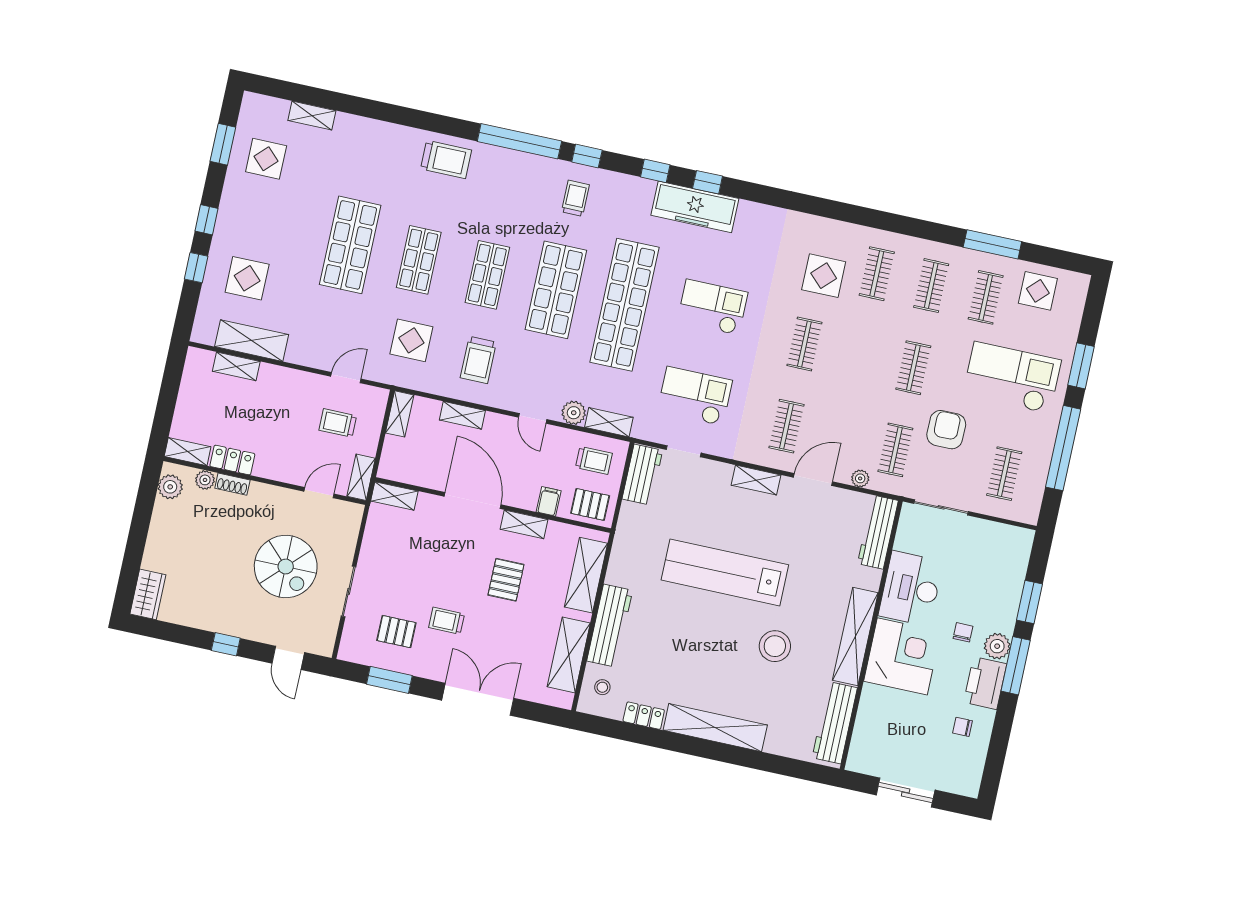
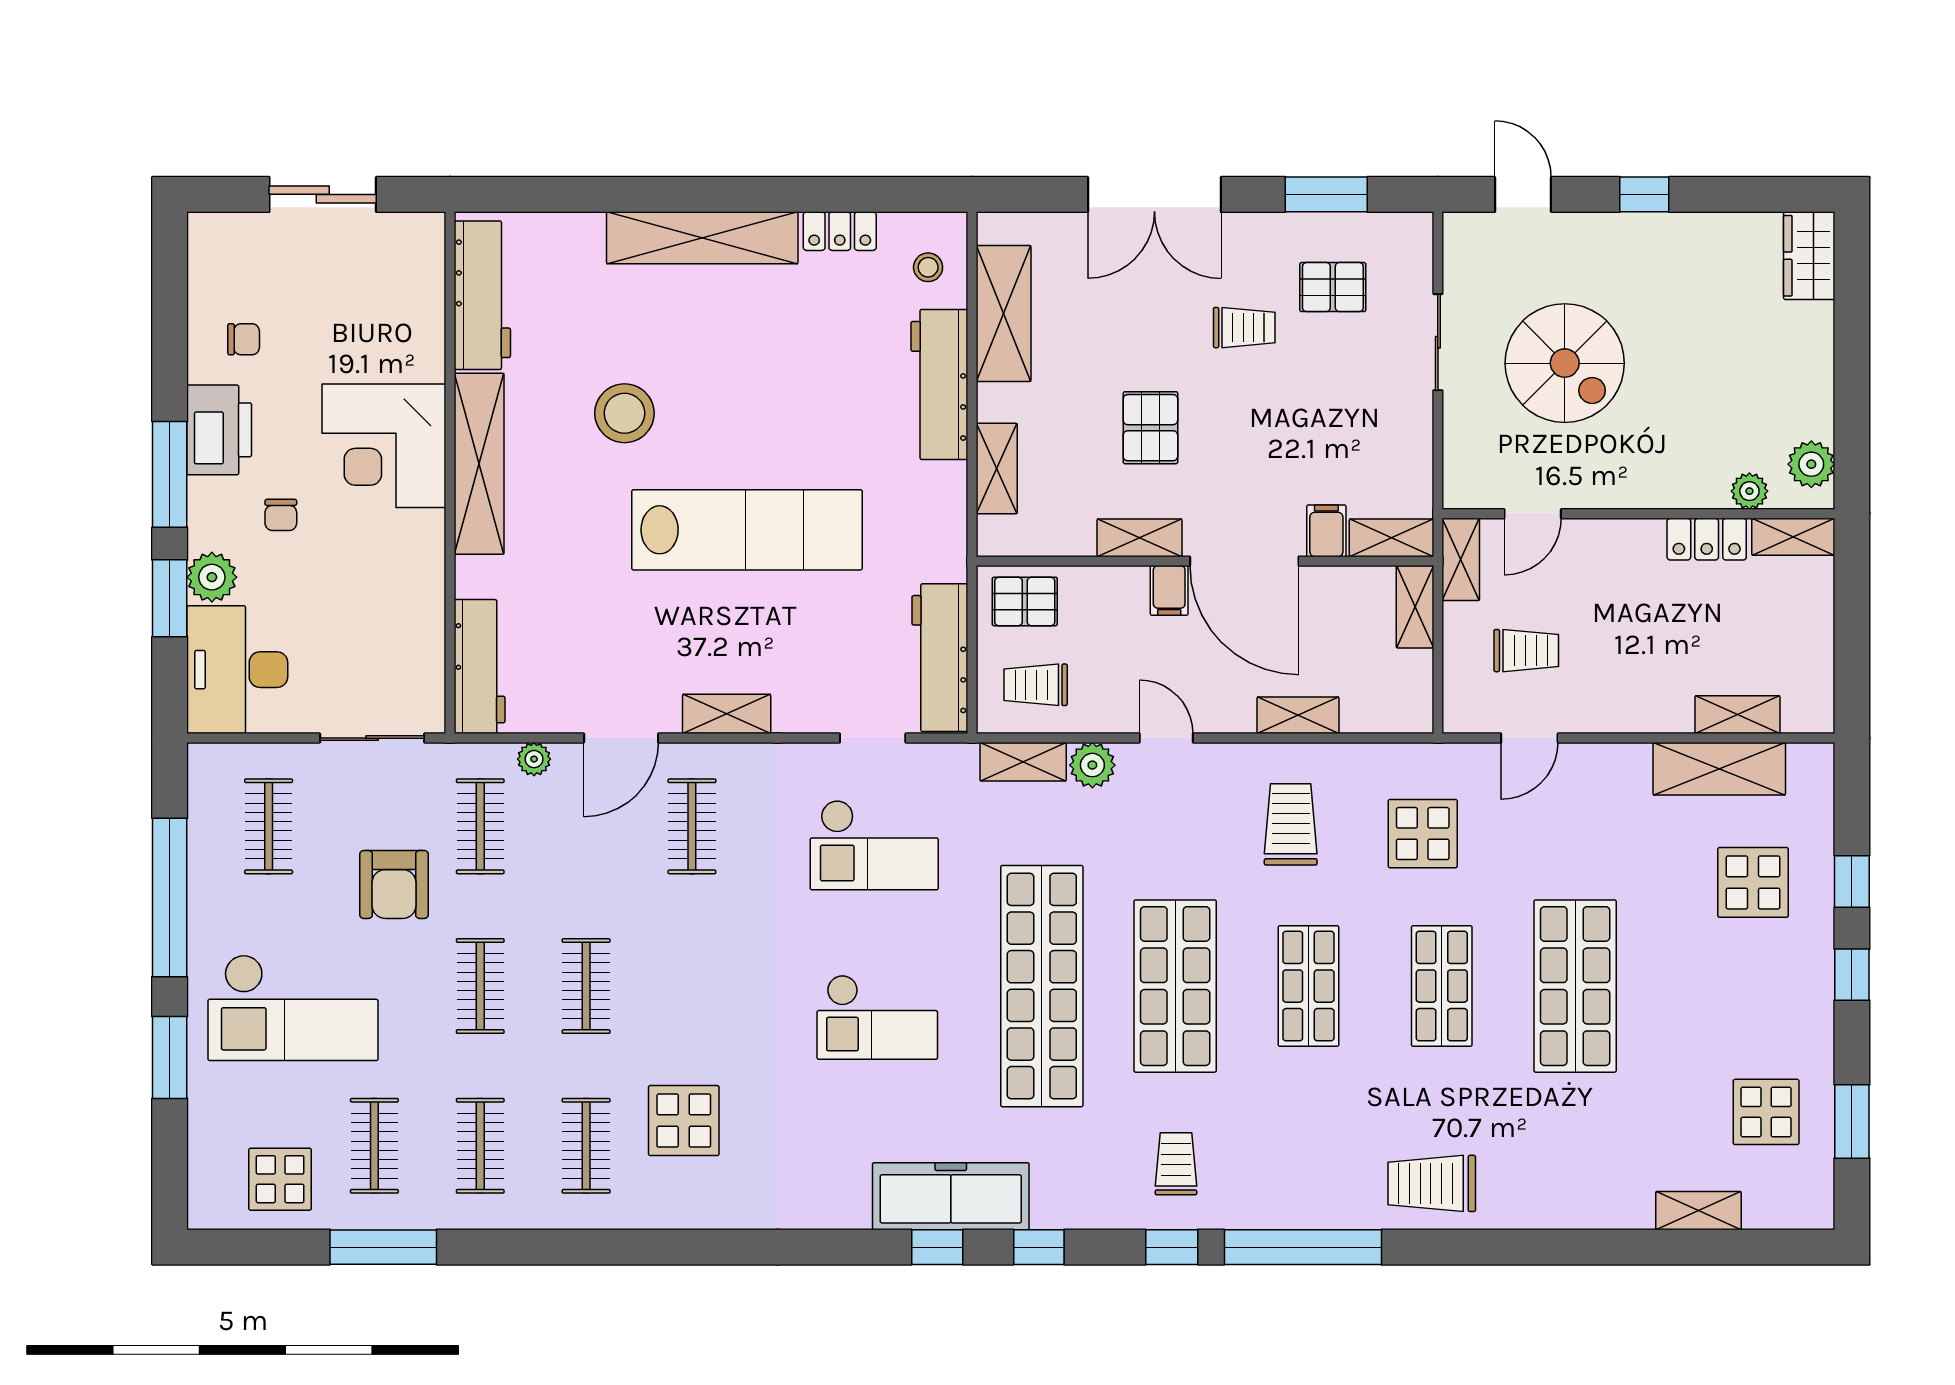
trolley: (575, 198) -> (1176, 1164), turned 180
clothes rail: (804, 344) -> (586, 986), moved
shelving: (400, 414) -> (1415, 607), moved
workbench: (642, 475) -> (940, 658), width x1.37
shoe rack: (232, 484) -> (1697, 494), removed
filing cabinet: (549, 501) -> (1169, 590), moved
filing cabinet: (427, 507) -> (1326, 531), added
spiral stairs: (286, 567) -> (1565, 363), turned 180
shelving: (586, 575) -> (997, 469), width x0.67, depth x0.75
desk: (911, 589) -> (237, 670), moved, turned 180
plant: (997, 646) -> (212, 577), moved

